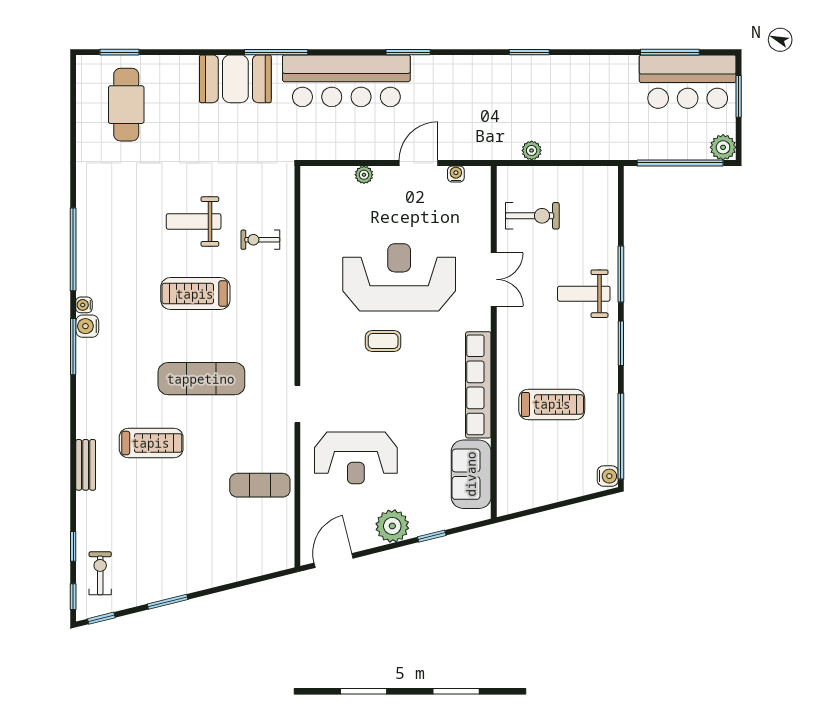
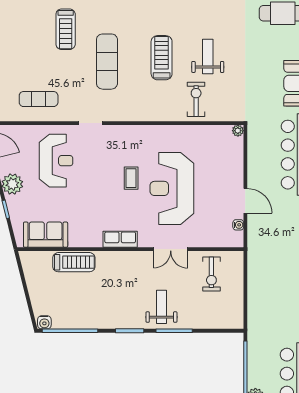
plant: (532, 150) -> (253, 273), removed
plant: (364, 175) -> (238, 131), moved
exercise bike: (260, 240) -> (196, 99), width x1.38, depth x1.39
reception desk: (399, 277) -> (172, 188), turned 180
row of seats: (478, 385) -> (120, 239), width x0.50
treadmill: (552, 404) -> (74, 262), moved, turned -90
reception desk: (356, 458) -> (56, 161), turned 180
exercise mat: (260, 485) -> (39, 99), turned 90

